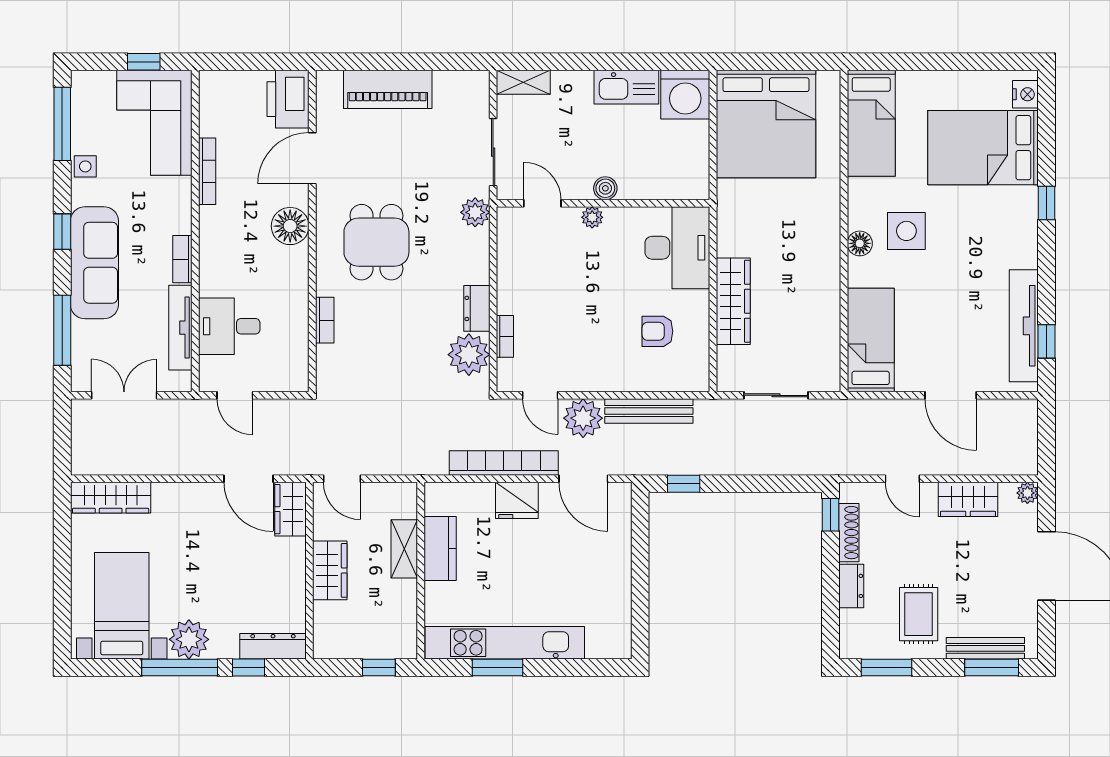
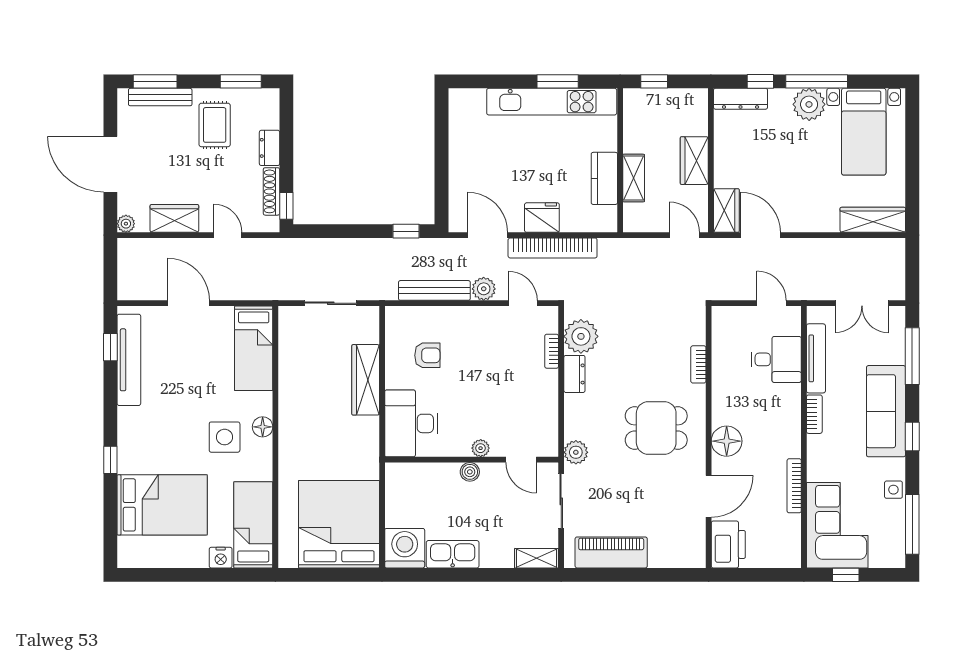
piano: (388, 89) -> (611, 552), moved
nightstand: (1025, 94) -> (221, 558), moved, turned -90
dining table: (376, 242) -> (656, 428), turned 90
plant: (583, 418) -> (484, 289), width x0.73, depth x0.73

